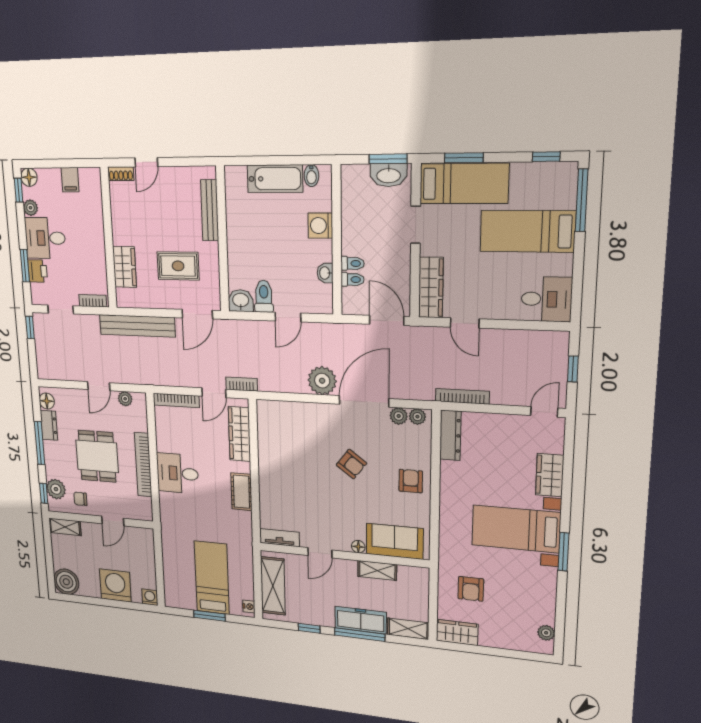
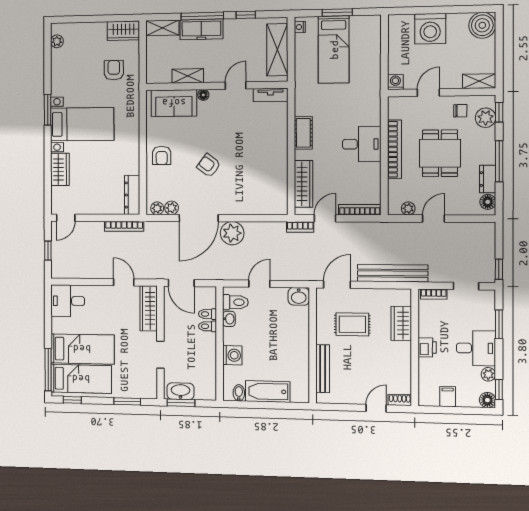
bed: (464, 184) -> (81, 379), moved, turned 180
printer: (38, 271) -> (427, 347), moved, turned 180
toilet: (264, 296) -> (235, 302), moved, turned -90
washing machine: (150, 597) -> (395, 82), moved, turned 180

